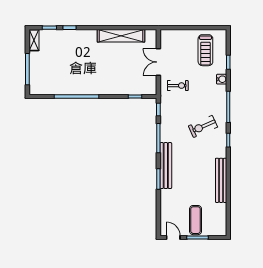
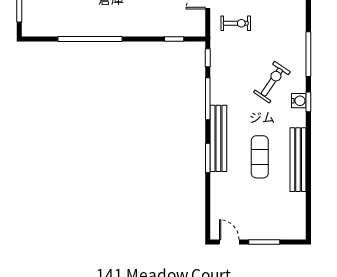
water cooler: (222, 79) -> (299, 101), moved
exercise bike: (203, 126) -> (272, 82), turned 148
exercise mat: (196, 220) -> (260, 157), moved

